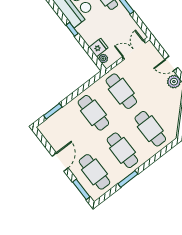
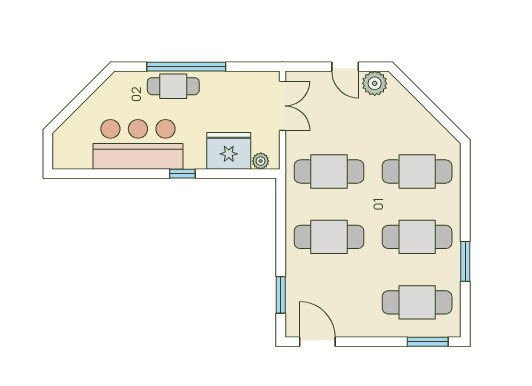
fridge: (98, 48) -> (229, 151), width x1.88, depth x1.34
double door: (134, 50) -> (282, 106), swing flipped
door: (171, 64) -> (345, 67), hinge flipped
door: (60, 162) -> (317, 342), moved

